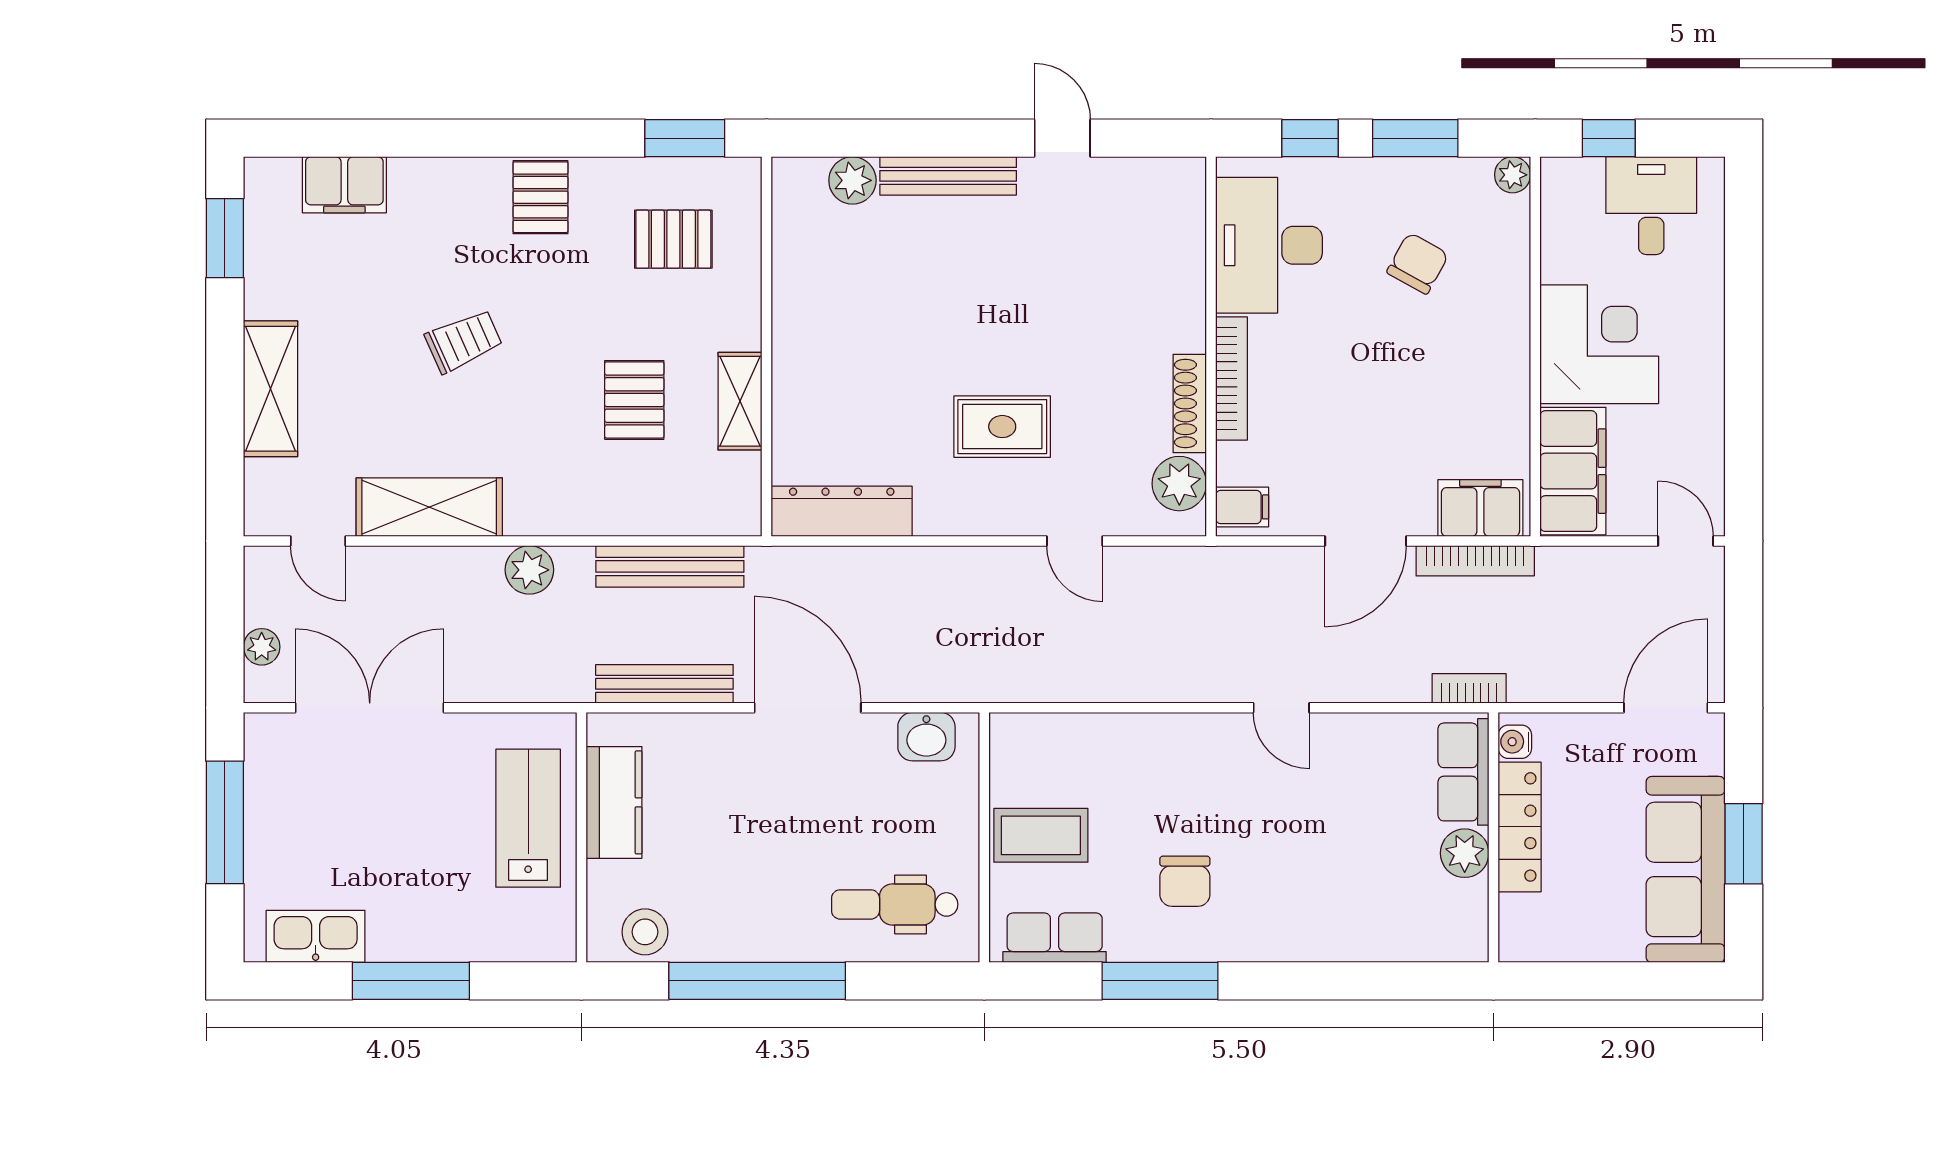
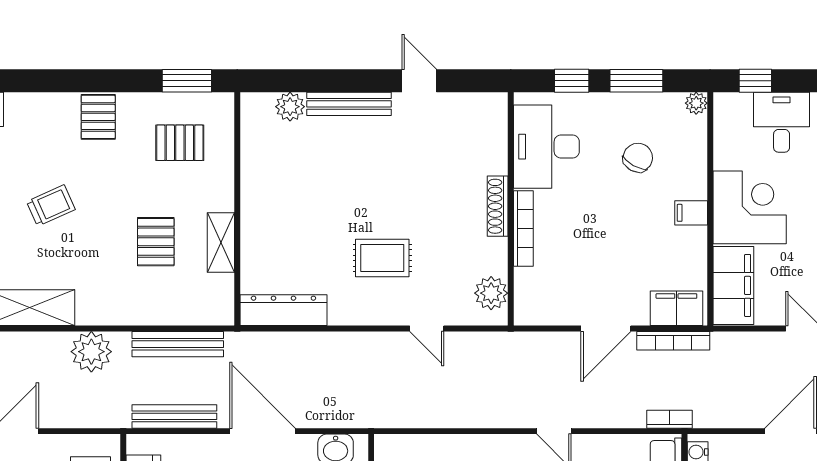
shoe rack: (1190, 403) -> (498, 206), moved
filing cabinet: (1242, 507) -> (691, 213), moved, turned 180
plant: (529, 570) -> (91, 352), width x1.36, depth x1.36

